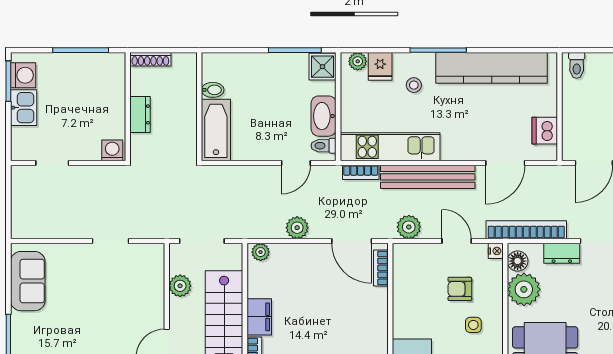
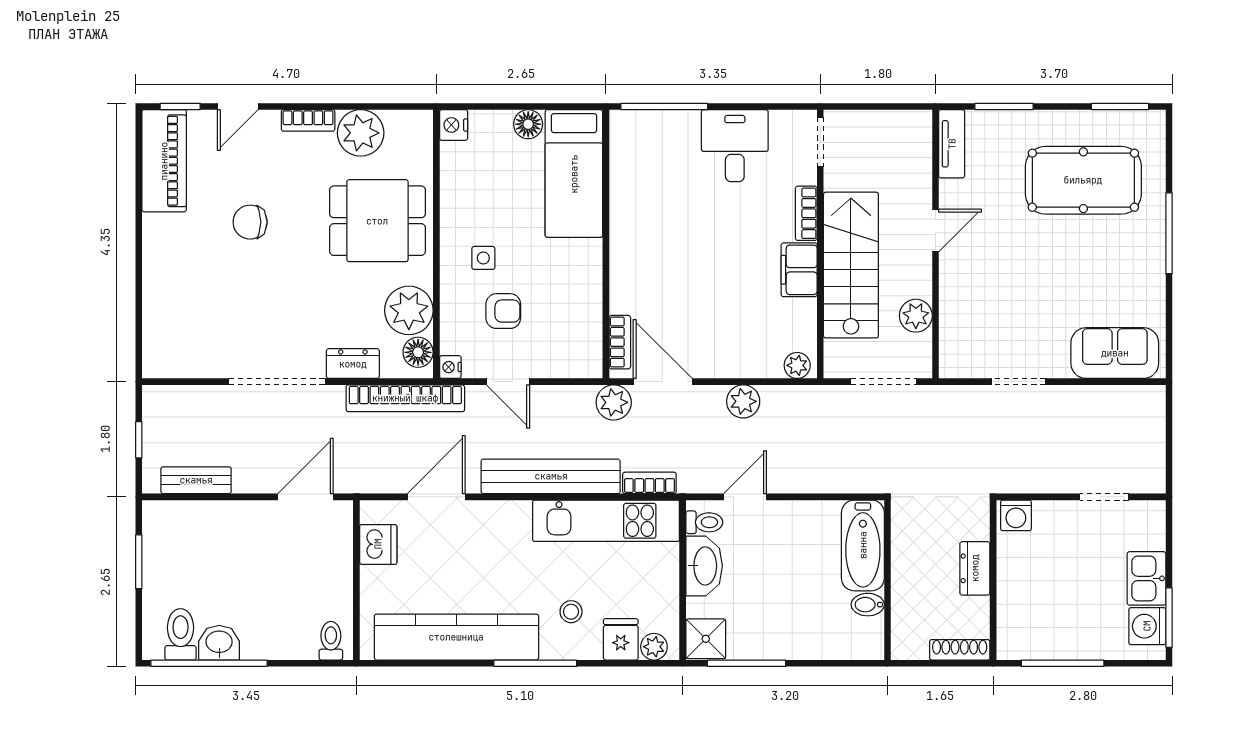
plant: (409, 227) -> (614, 402), moved
sofa: (28, 281) -> (1115, 353), moved, turned 90

